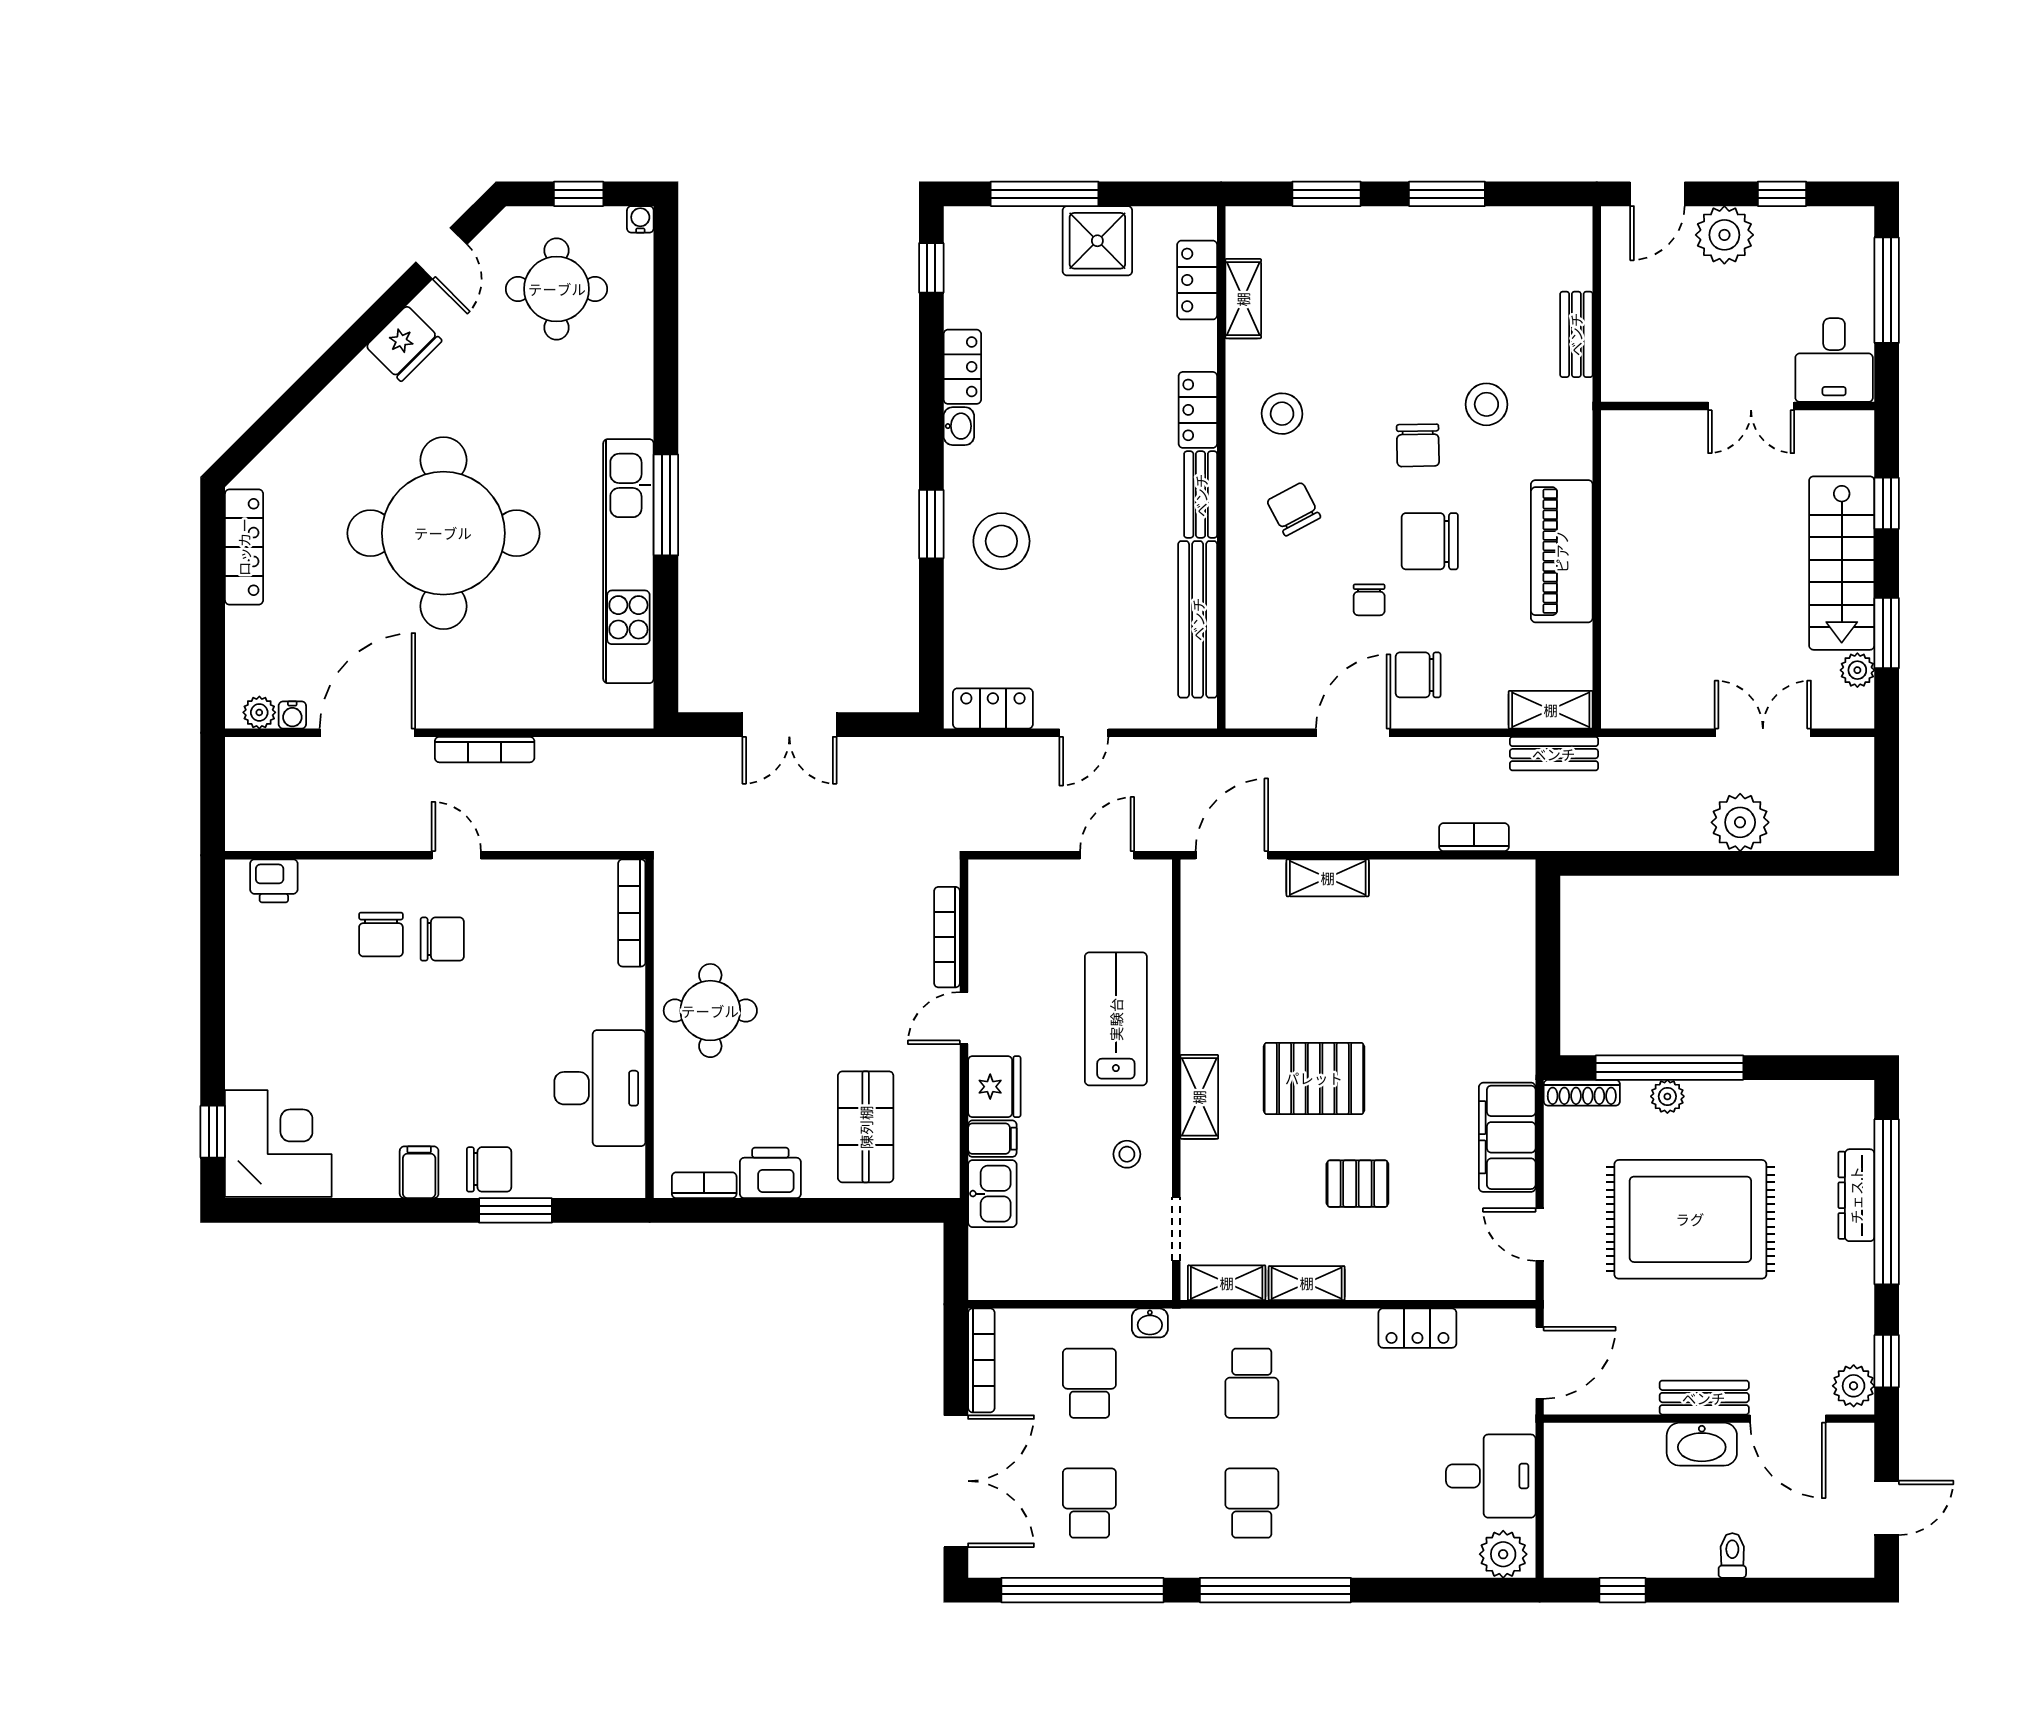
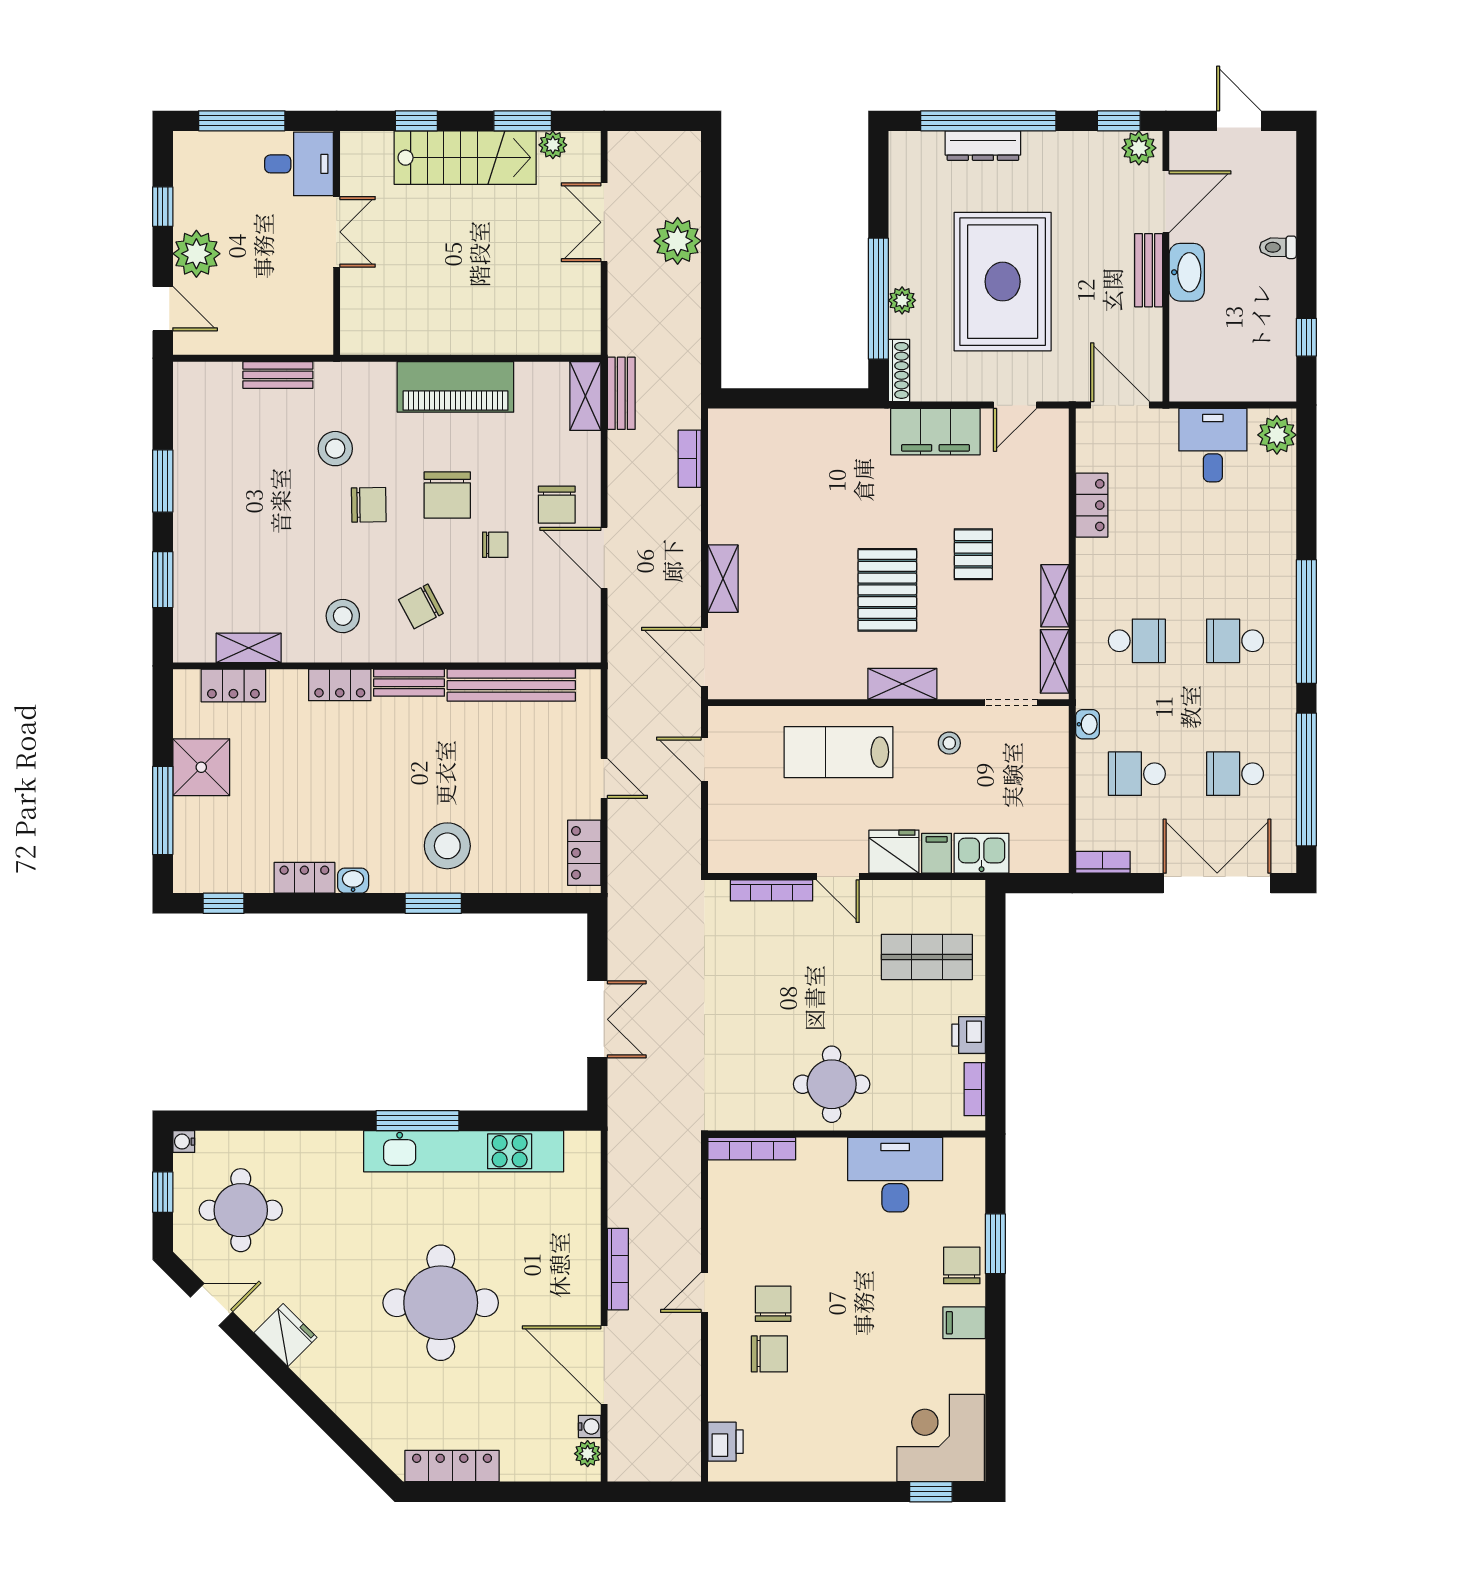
round table: (443, 533) -> (441, 1303), width x0.73, depth x0.73
printer: (770, 1173) -> (969, 1035), width x0.73, depth x0.81
bookcase: (981, 1360) -> (1103, 862), width x0.64

